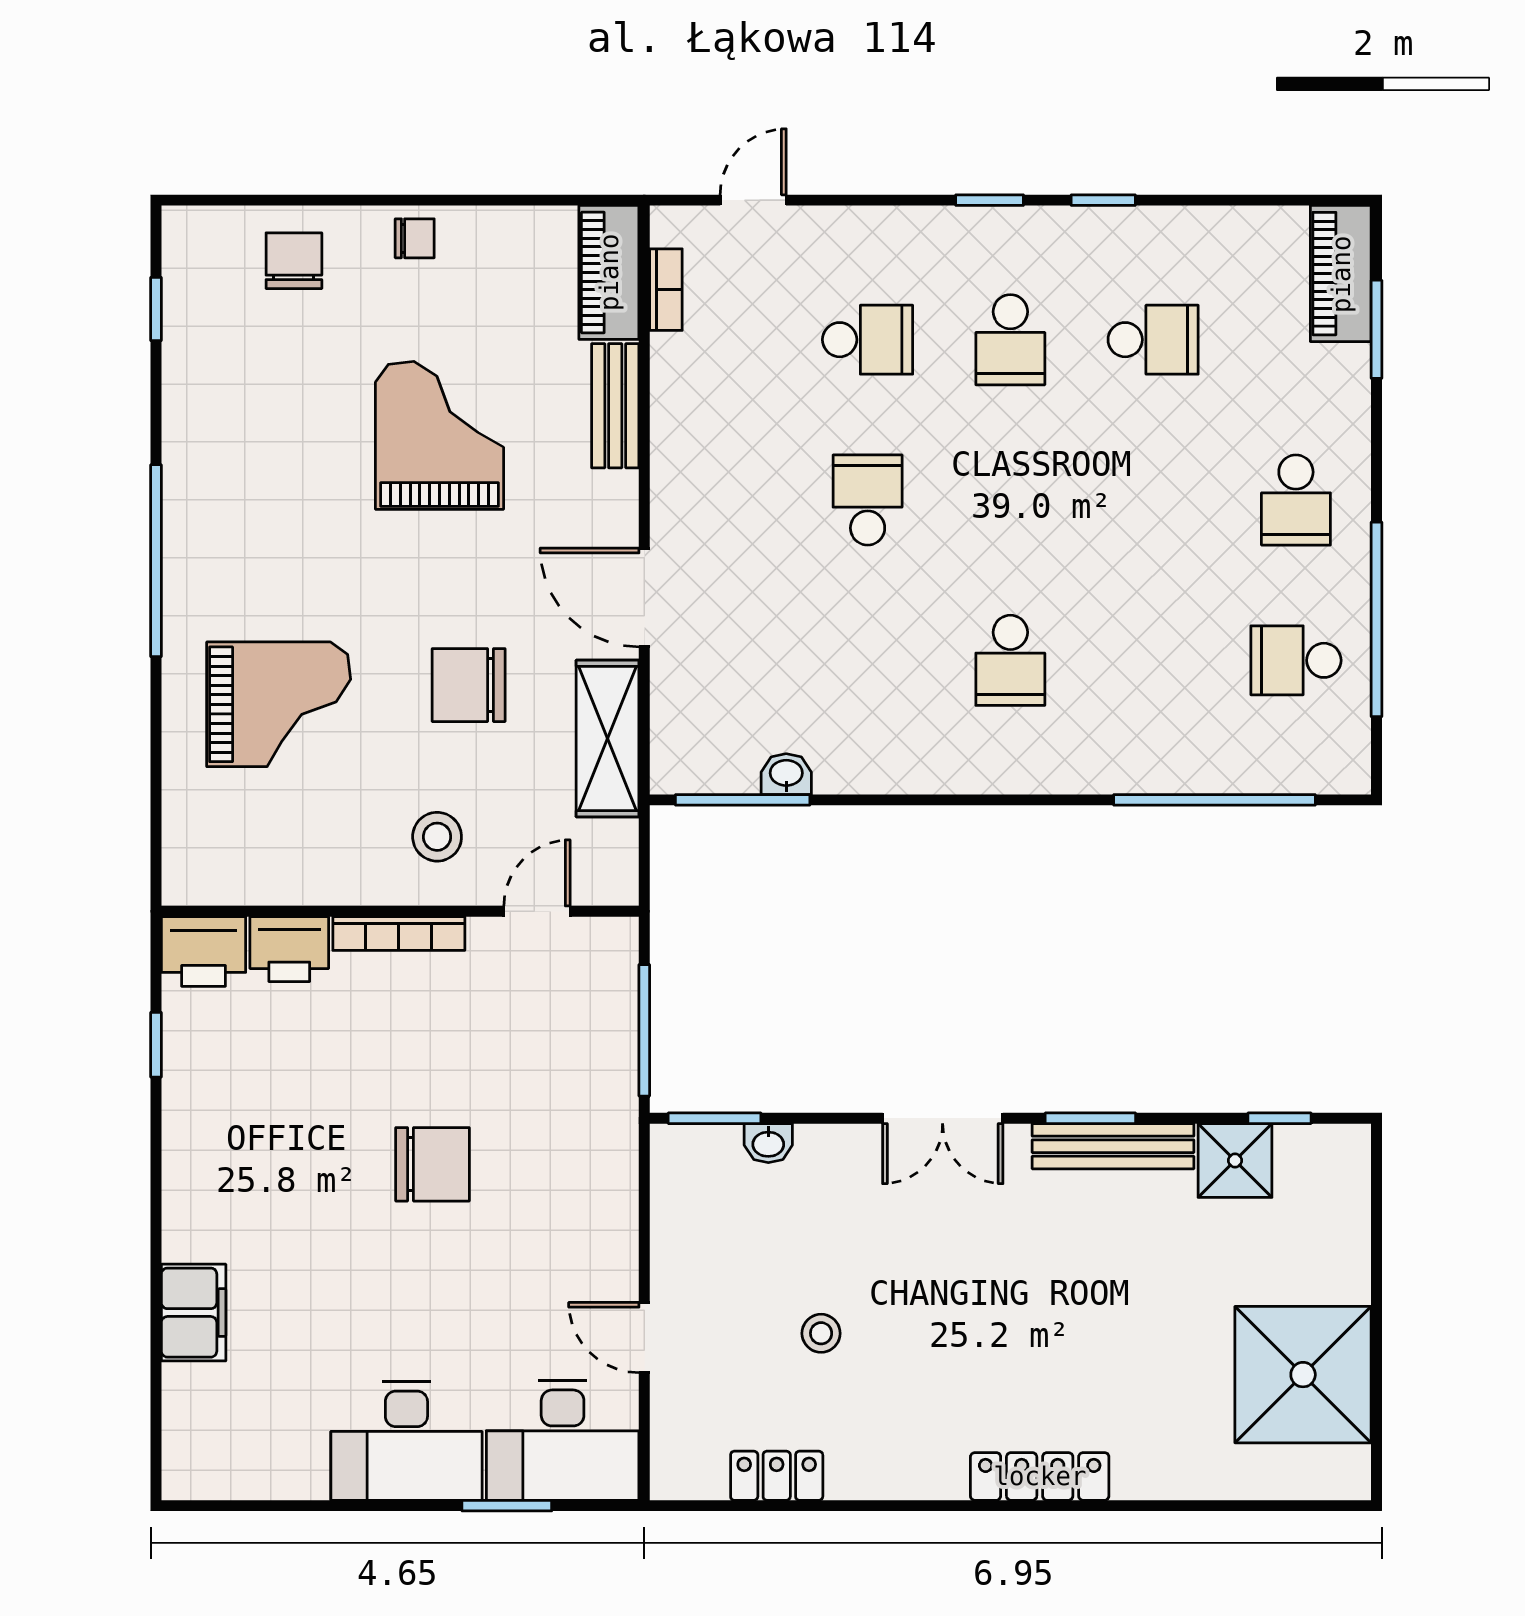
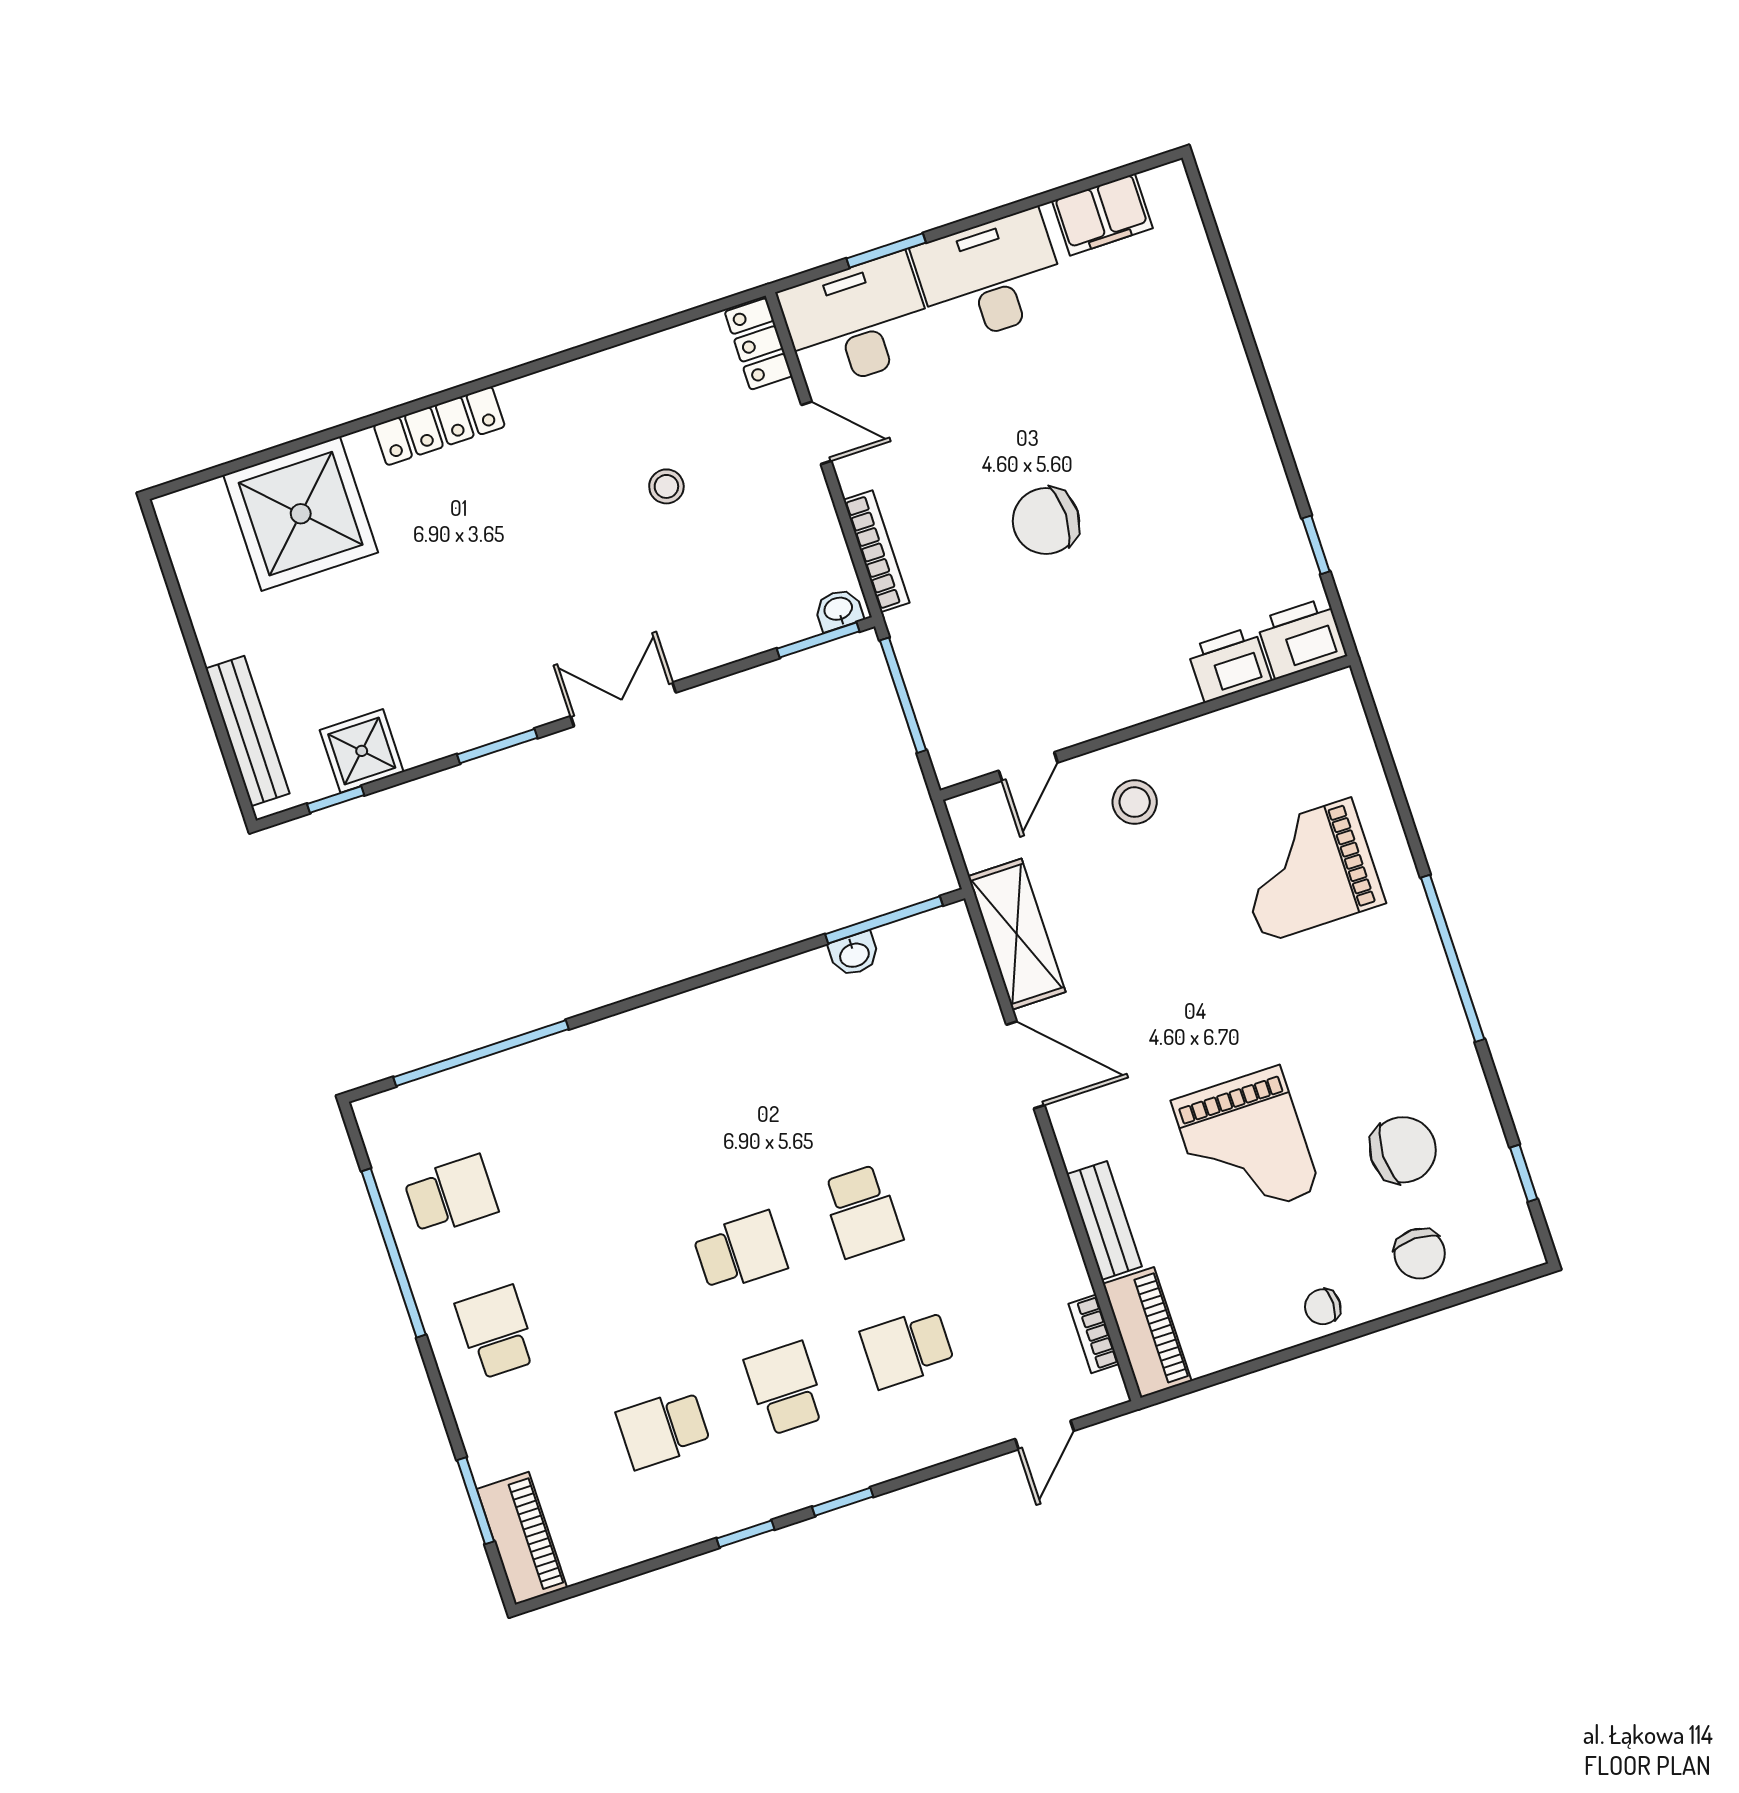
school desk: (1010, 660) -> (740, 1252), moved, turned 90
chair: (469, 685) -> (1403, 1150), moved
bookcase: (399, 933) -> (877, 551), moved, turned 90
washbasin: (768, 1143) -> (839, 610), moved
bench: (1113, 1146) -> (248, 731), moved, turned 90
filing cabinet: (194, 1313) -> (1102, 215), moved, turned -90
shower: (1303, 1375) -> (301, 514), moved
locker: (777, 1476) -> (758, 344), moved, turned 90

